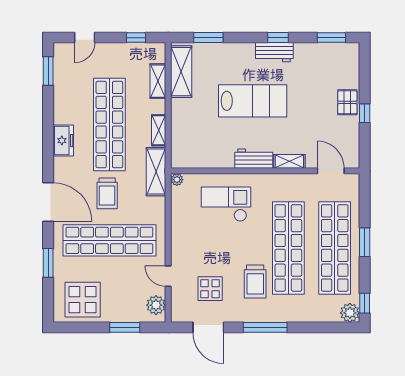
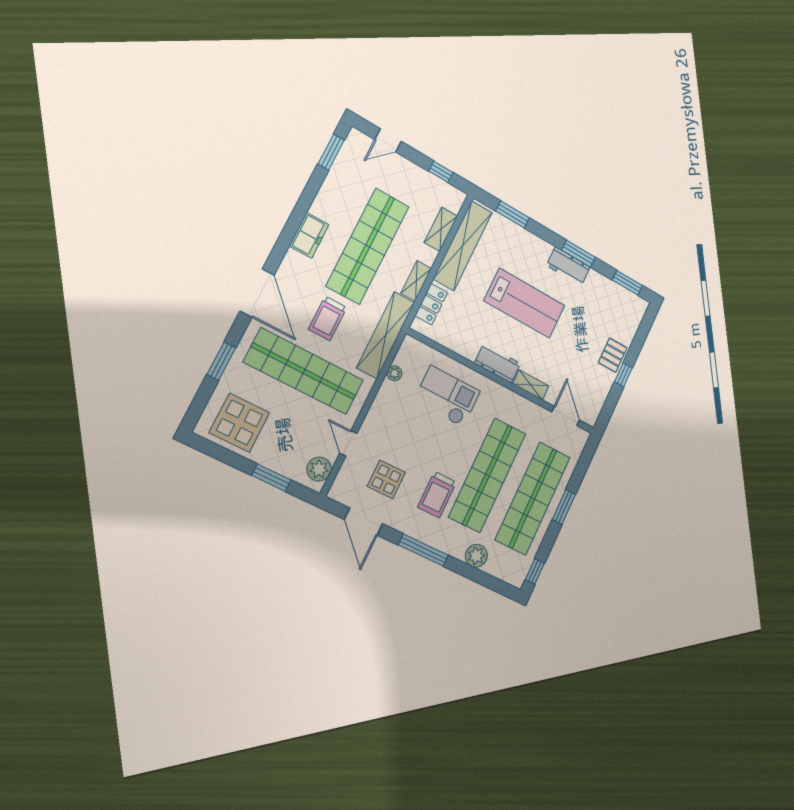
window: (278, 38) -> (579, 254), width x1.50
shelving: (181, 72) -> (463, 246), width x1.47
locker: (179, 142) -> (431, 304), added
shelving: (156, 172) -> (386, 335), width x1.47
plant: (177, 180) -> (394, 373), moved
plant: (350, 313) -> (476, 556), moved

